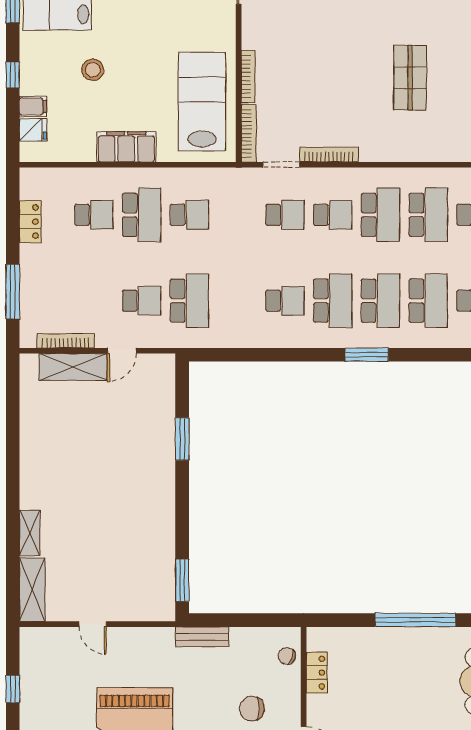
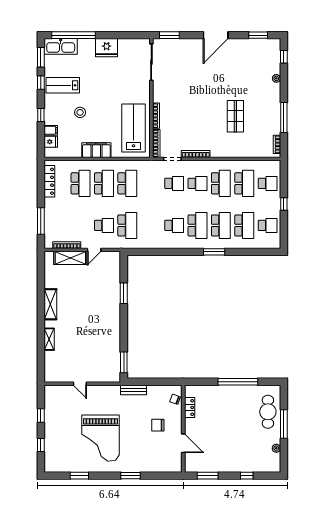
school desk: (94, 215) -> (81, 183), width x1.85
school desk: (189, 215) -> (127, 183), width x1.85
locker: (30, 222) -> (49, 181), width x1.53
shelving: (32, 590) -> (50, 304), moved

